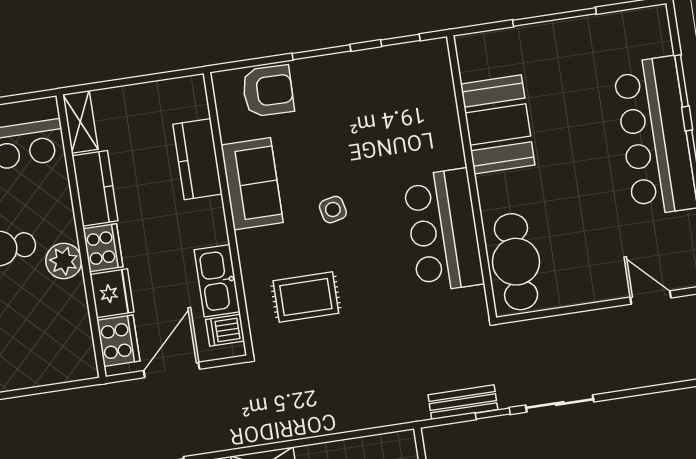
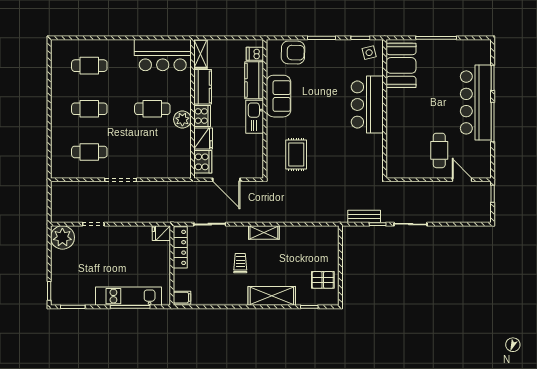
booth: (498, 124) -> (401, 65), moved
side table: (333, 210) -> (369, 53), moved
bar counter: (444, 231) -> (367, 104), moved
cafe table: (516, 262) -> (439, 150), moved, width x0.73, depth x0.74
kitchen sink: (217, 281) -> (255, 117), moved
rug: (306, 297) -> (296, 154), turned 90
dishwasher: (225, 330) -> (255, 54), moved
door: (172, 370) -> (226, 180), swing flipped

